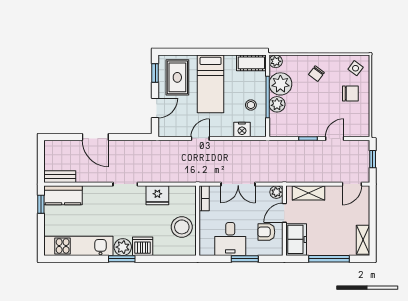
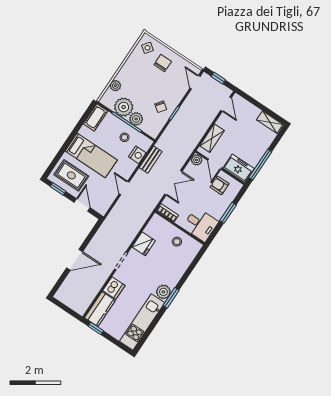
plant: (276, 61) -> (115, 86), moved
chair: (316, 74) -> (161, 107), moved
door: (335, 139) -> (195, 82), moved
bench: (60, 177) -> (151, 160), moved
stool: (182, 227) -> (177, 242), width x0.53, depth x0.53
armchair: (266, 232) -> (220, 185), turned 90
desk: (230, 239) -> (200, 225), moved
dishwasher: (143, 246) -> (114, 288), moved, turned 180
window: (329, 259) -> (260, 165), moved

